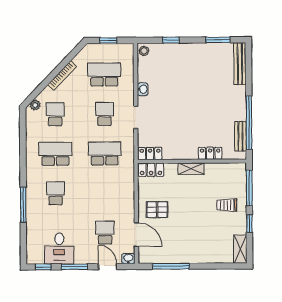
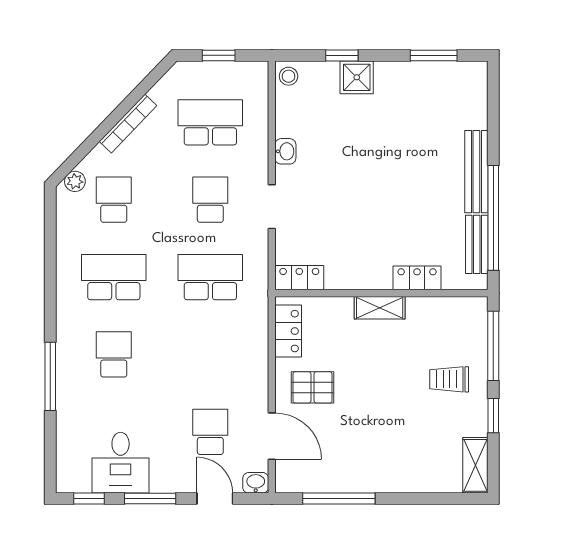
shower: (179, 51) -> (357, 77), added
bench: (240, 64) -> (476, 172), moved
locker: (151, 170) -> (288, 331), moved, turned -90

